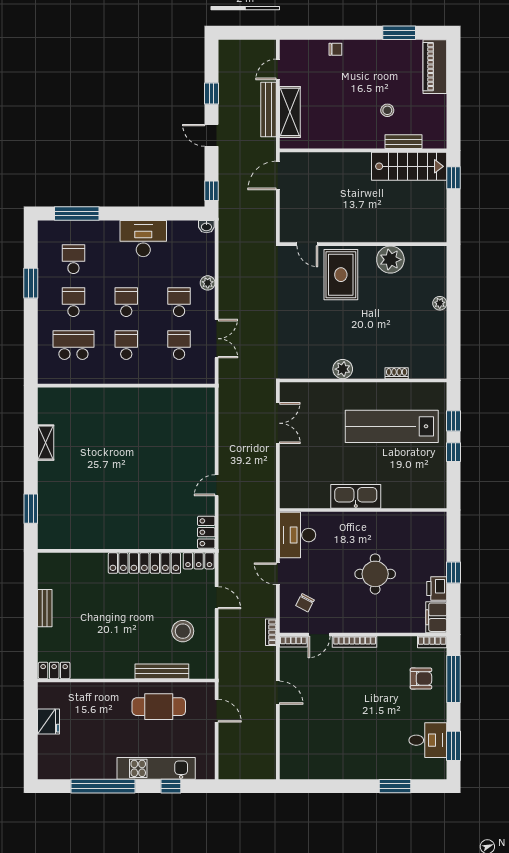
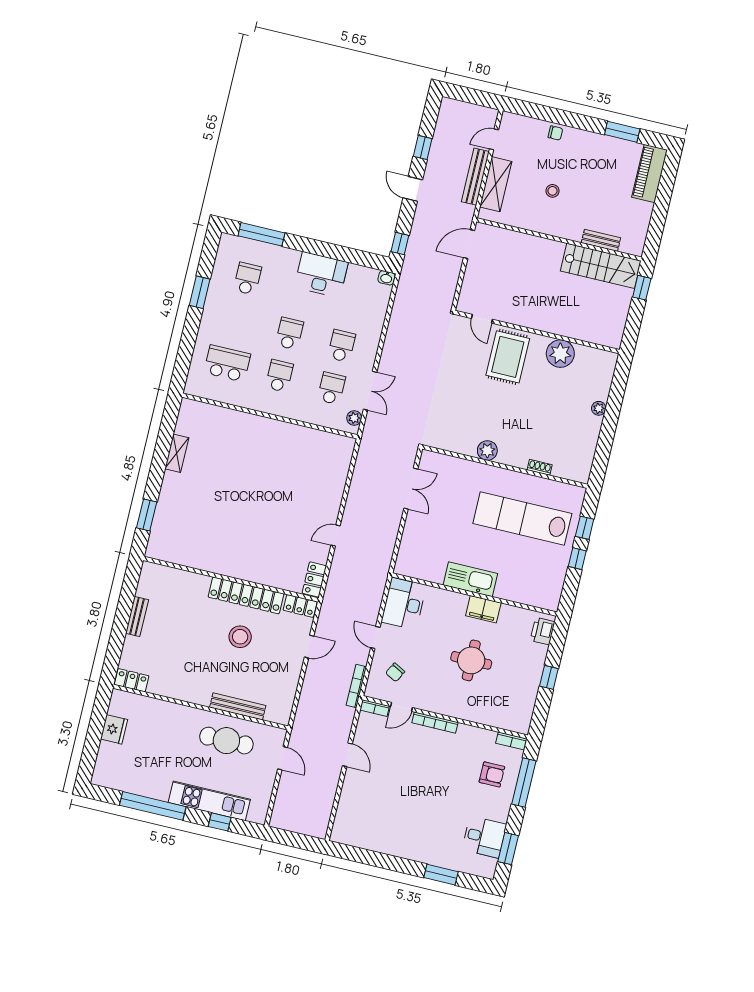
stool: (387, 110) -> (552, 191), moved
plant: (208, 283) -> (354, 418), moved
school desk: (73, 302) -> (237, 321), removed
printer: (437, 588) -> (543, 631), moved
door: (217, 598) -> (309, 647), hinge flipped
filing cabinet: (436, 617) -> (483, 609), moved, turned -90
stool: (183, 631) -> (240, 637), moved
bookcase: (271, 632) -> (356, 686), width x1.56

